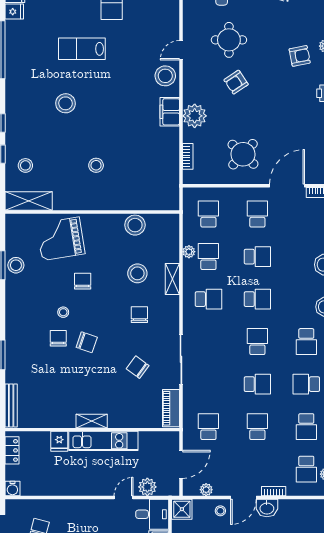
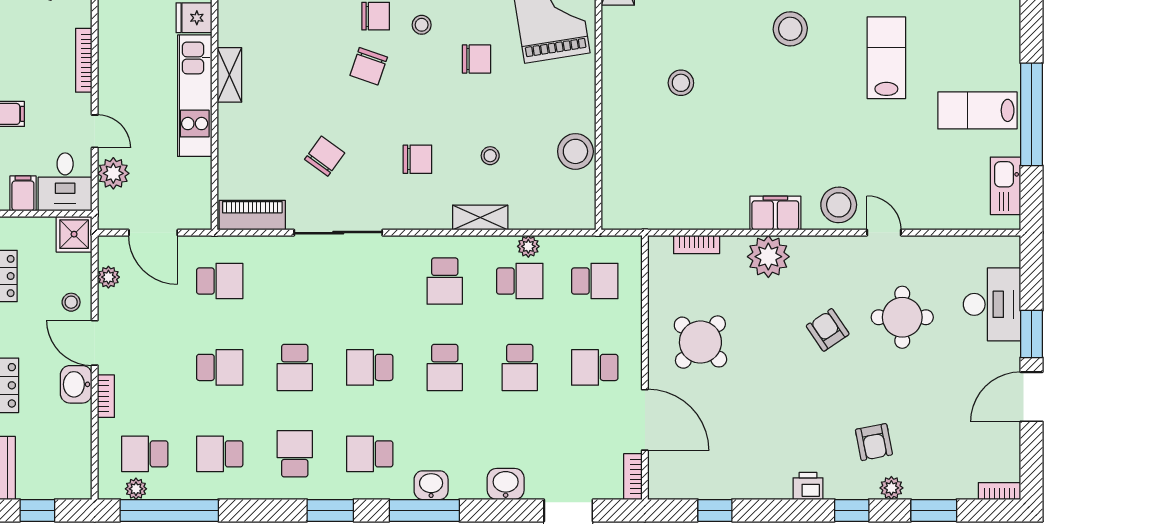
school desk: (257, 214) -> (595, 367), turned 180
stool: (137, 273) -> (490, 156), width x0.53, depth x0.53
school desk: (257, 342) -> (370, 367), turned 180
bookcase: (83, 504) -> (84, 60), added

